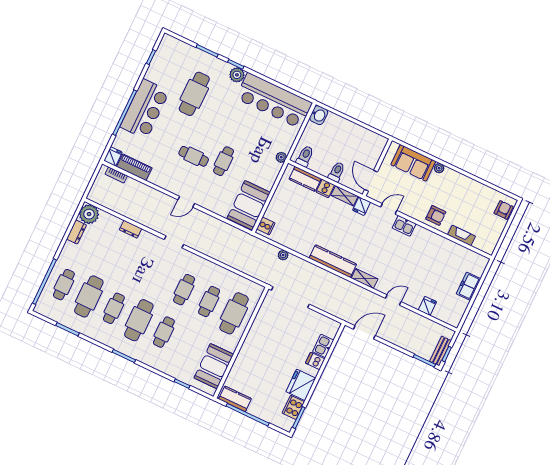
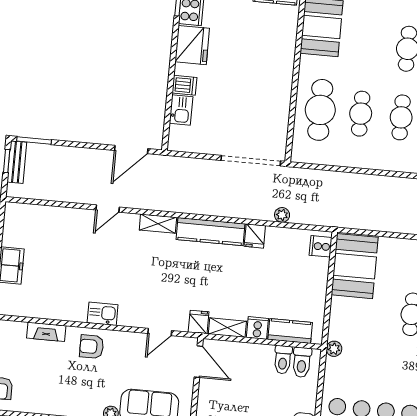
toilet: (337, 172) -> (283, 360), moved
kitchen sink: (404, 226) -> (103, 314), moved
fridge: (427, 306) -> (255, 236), moved

